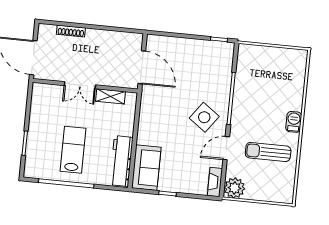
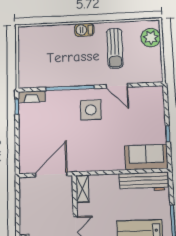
shelving: (110, 96) -> (82, 189), moved
side table: (204, 117) -> (91, 110), turned -36
fireplace: (215, 182) -> (32, 97), moved
plant: (234, 188) -> (151, 38), moved

